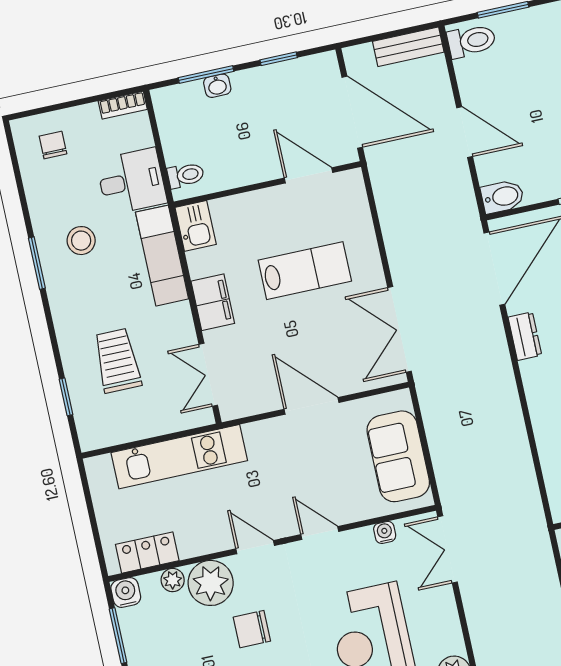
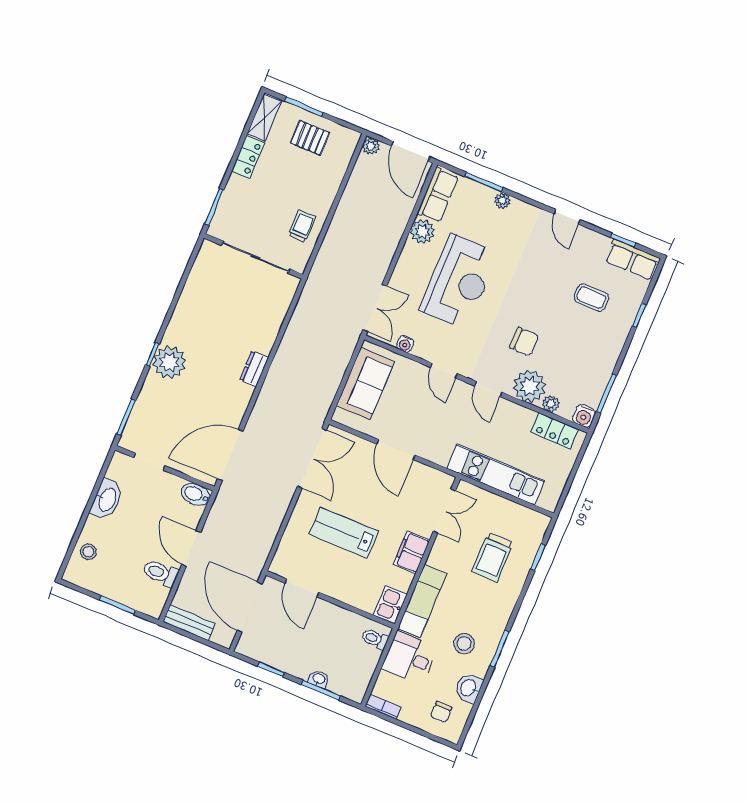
toilet: (471, 41) -> (160, 573), moved
washbasin: (41, 194) -> (469, 688), added
dresser: (525, 336) -> (254, 369), moved

